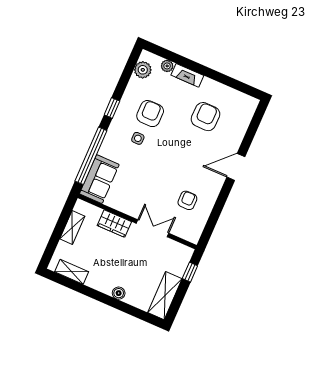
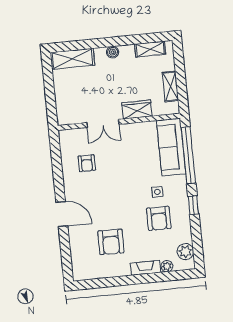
door: (236, 167) -> (62, 214), hinge flipped
sofa: (99, 179) -> (171, 147), width x1.36
window: (190, 272) -> (51, 104), removed
boiler: (119, 293) -> (113, 52), moved
shelving: (165, 296) -> (72, 59), moved, turned 90

